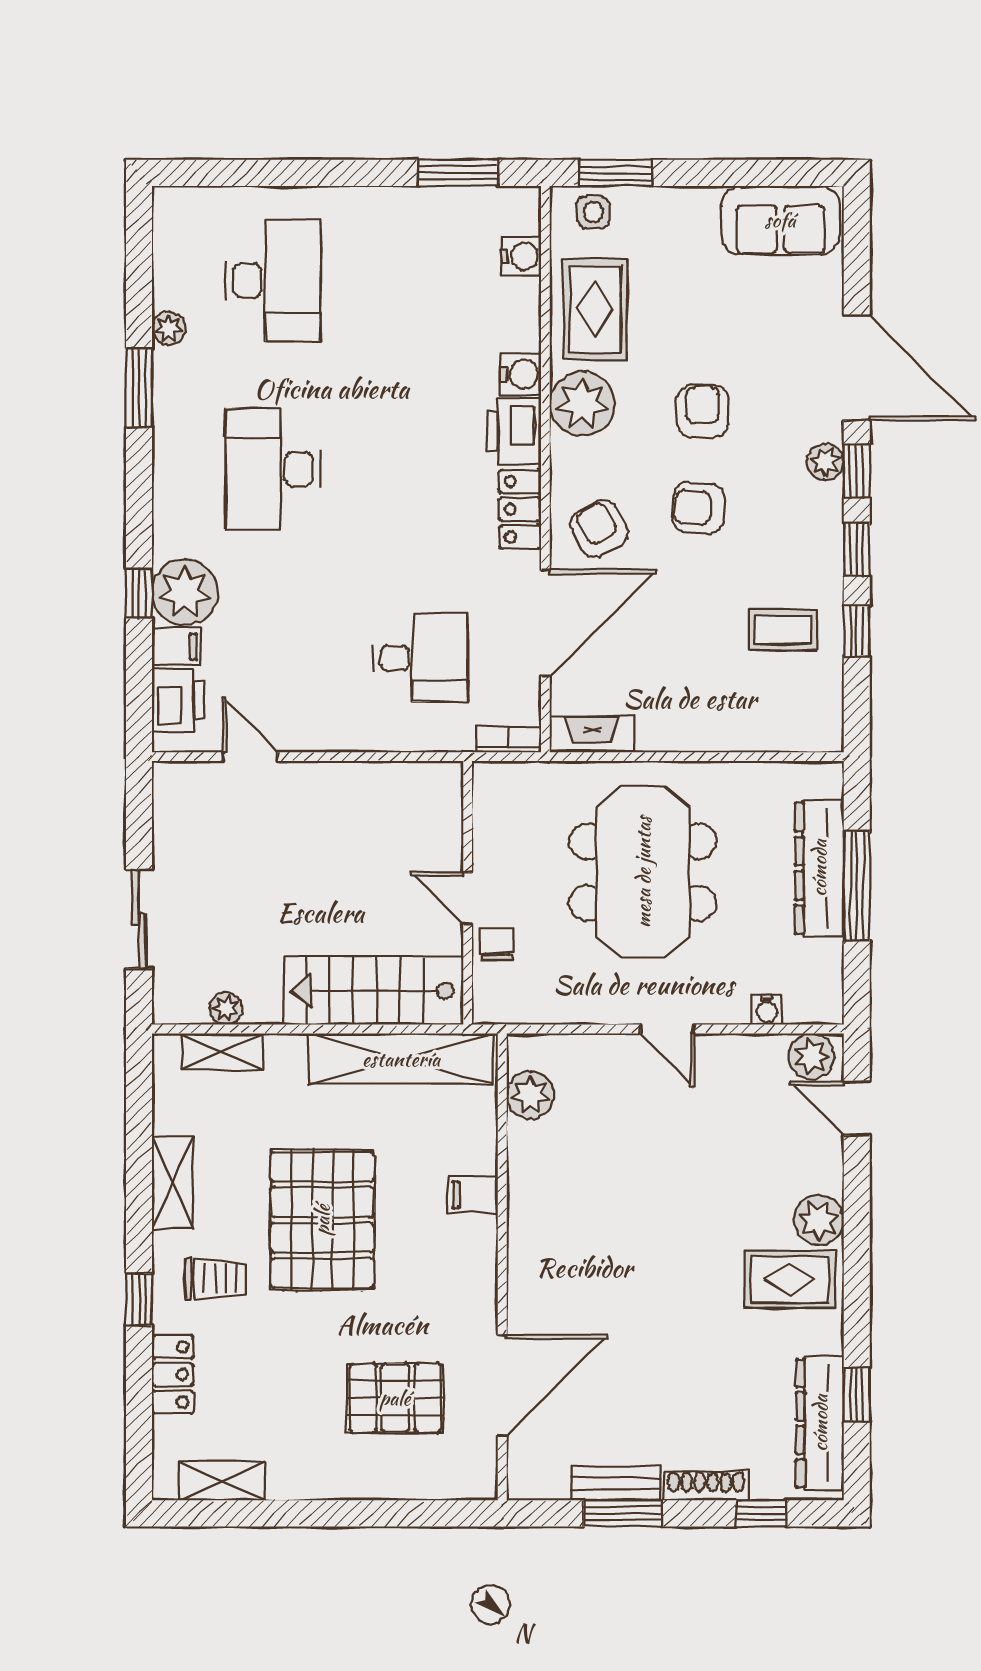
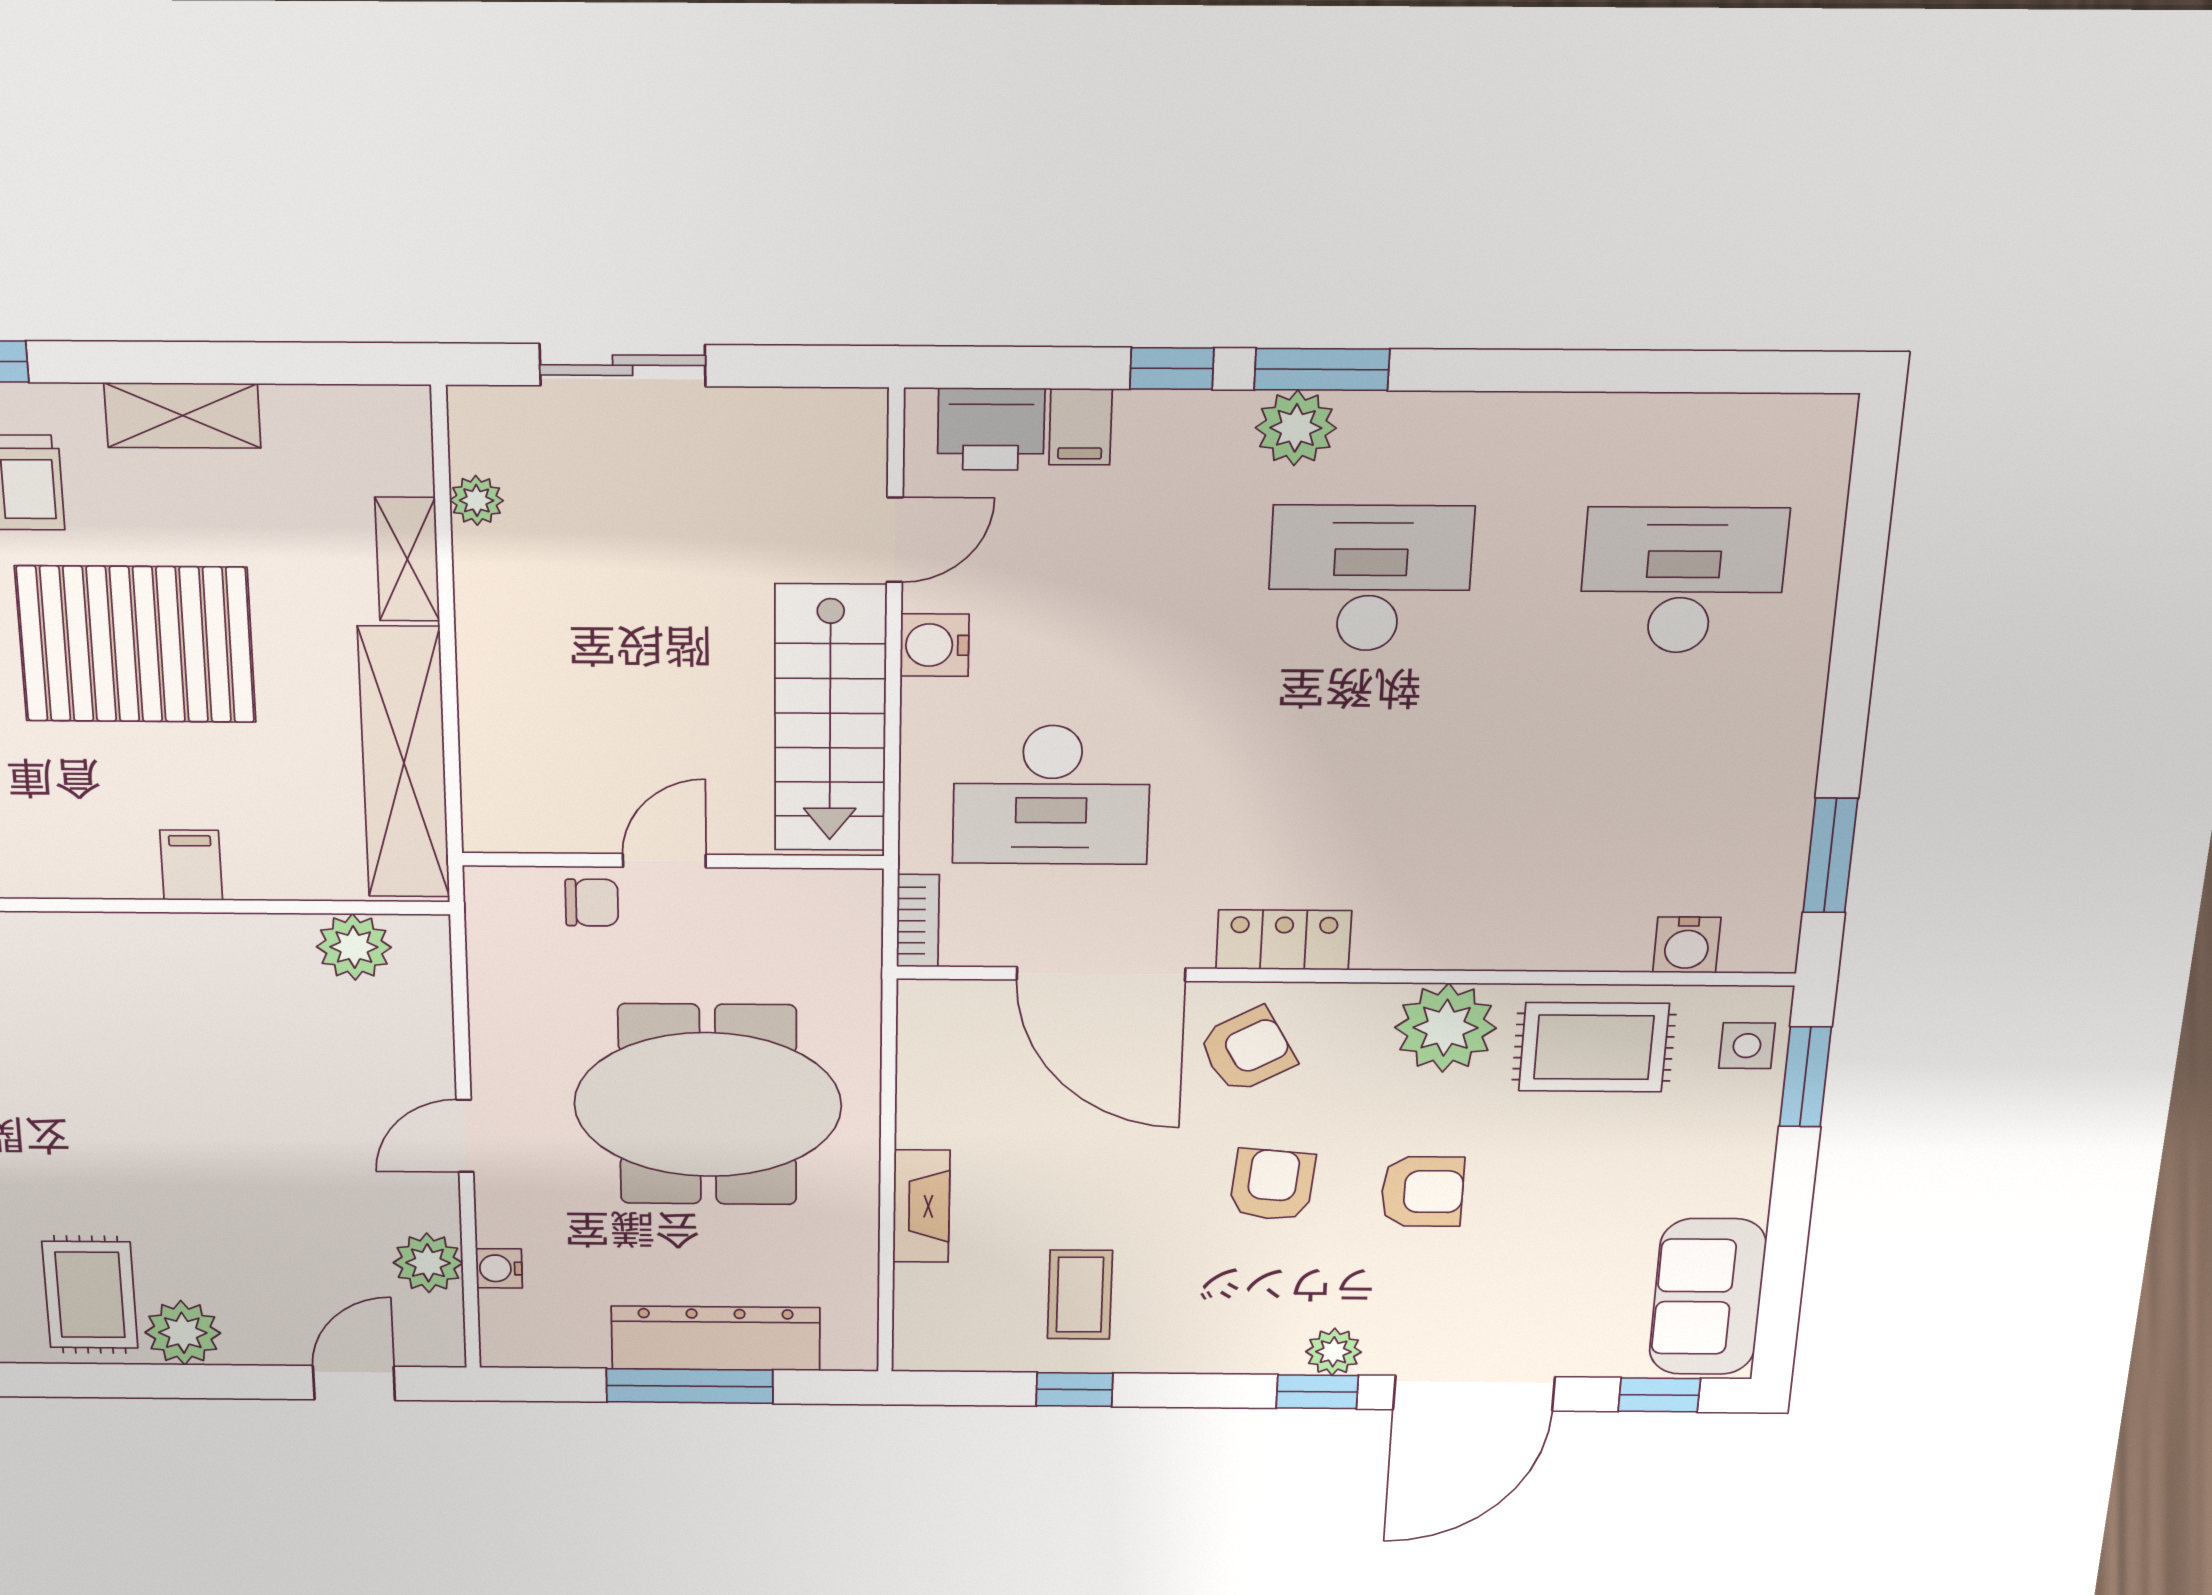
desk: (273, 281) -> (1682, 580), turned 180
plant: (169, 328) -> (1617, 418), removed
water cooler: (520, 374) -> (935, 645), moved, turned 90
window: (139, 388) -> (1322, 369), moved
printer: (514, 431) -> (1409, 932), removed
window: (857, 549) -> (1659, 1395), moved
plant: (185, 592) -> (1296, 428), moved, width x0.73, depth x0.73
desk: (420, 658) -> (1051, 795), width x1.37
fireplace: (592, 734) -> (921, 1206), moved
stairs: (373, 991) -> (830, 719), moved, turned 180
shelving: (222, 1052) -> (407, 559), moved
plant: (812, 1056) -> (428, 1263), moved

